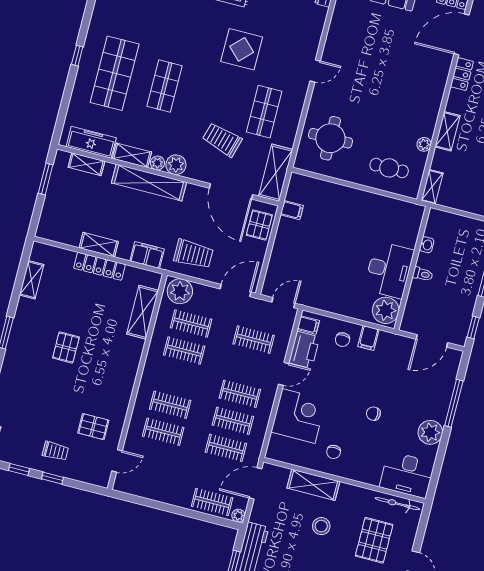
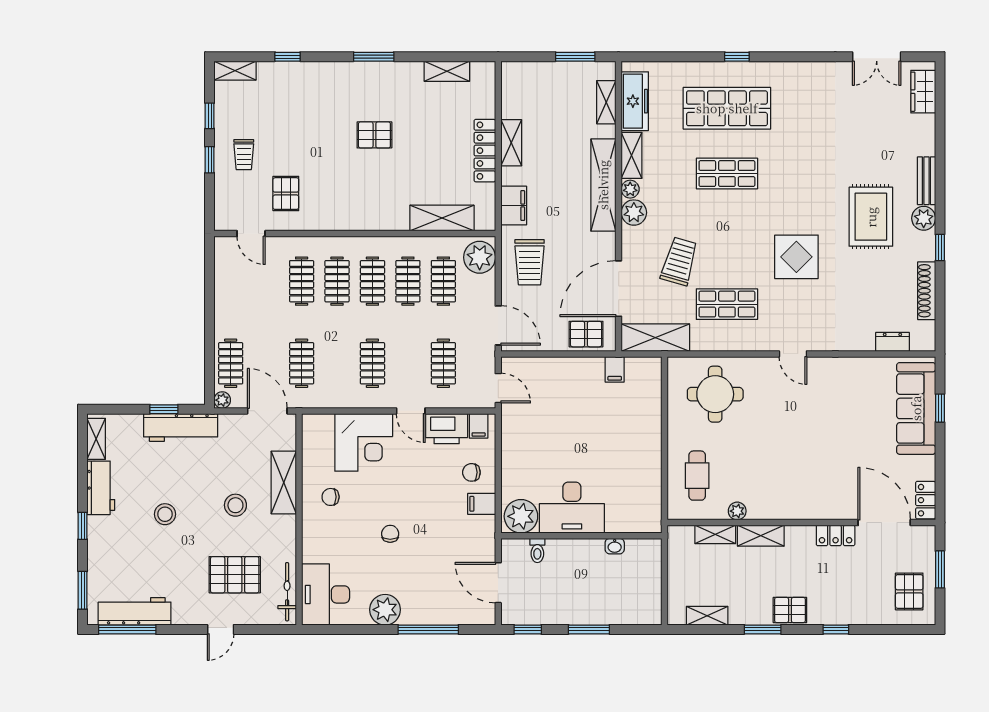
shelving: (432, 187) -> (715, 534), moved
toilet: (423, 274) -> (537, 550), moved
clothes rail: (233, 421) -> (372, 281), moved

